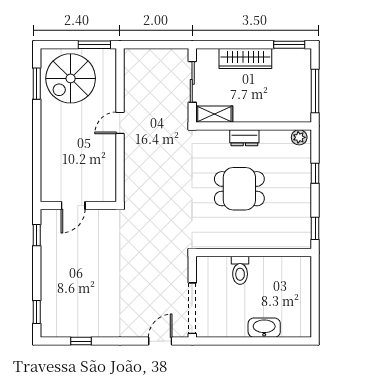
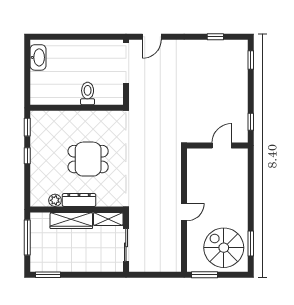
wardrobe: (245, 58) -> (71, 220), moved, turned 180
spiral stairs: (71, 78) -> (224, 248), turned -90
plant: (299, 137) -> (55, 200), moved
dresser: (244, 138) -> (79, 200), width x1.44
window: (315, 173) -> (27, 156), moved
washbasin: (264, 328) -> (38, 57), moved, turned -90

